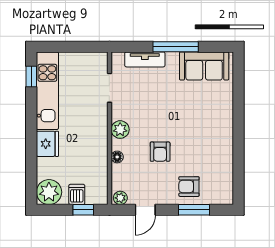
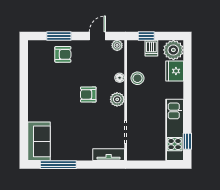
window: (176, 47) -> (58, 165), moved
tv unit: (145, 59) -> (109, 155), moved
sofa: (204, 66) -> (39, 141), moved, turned 90
fridge: (47, 144) -> (175, 71), moved
armchair: (160, 152) -> (88, 94), moved, turned -90
stool: (94, 156) -> (137, 78), added

